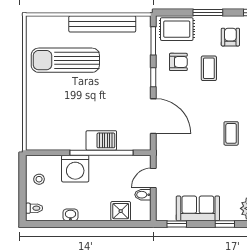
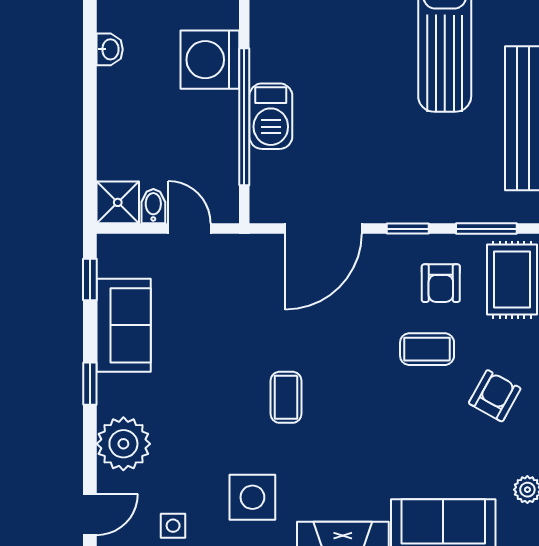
armchair: (230, 37) -> (495, 396), turned -61
coffee table: (231, 133) -> (286, 397), turned 90
shower: (121, 211) -> (118, 202), moved

